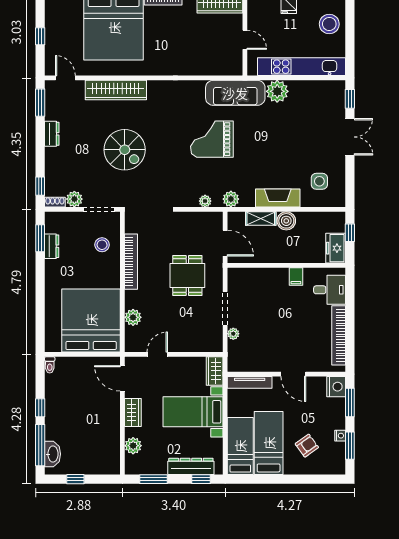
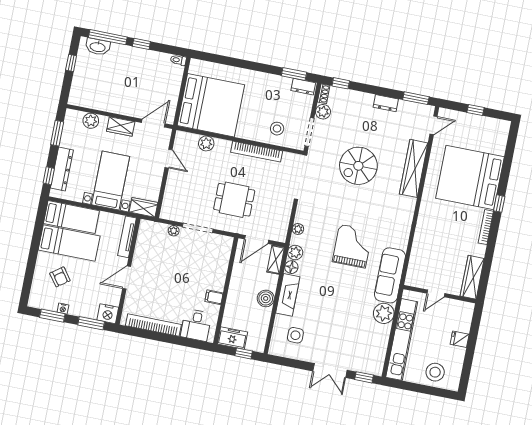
floor lamp: (247, 200) -> (291, 267), added
shelving: (261, 218) -> (276, 260), moved
dresser: (52, 246) -> (303, 87), moved

